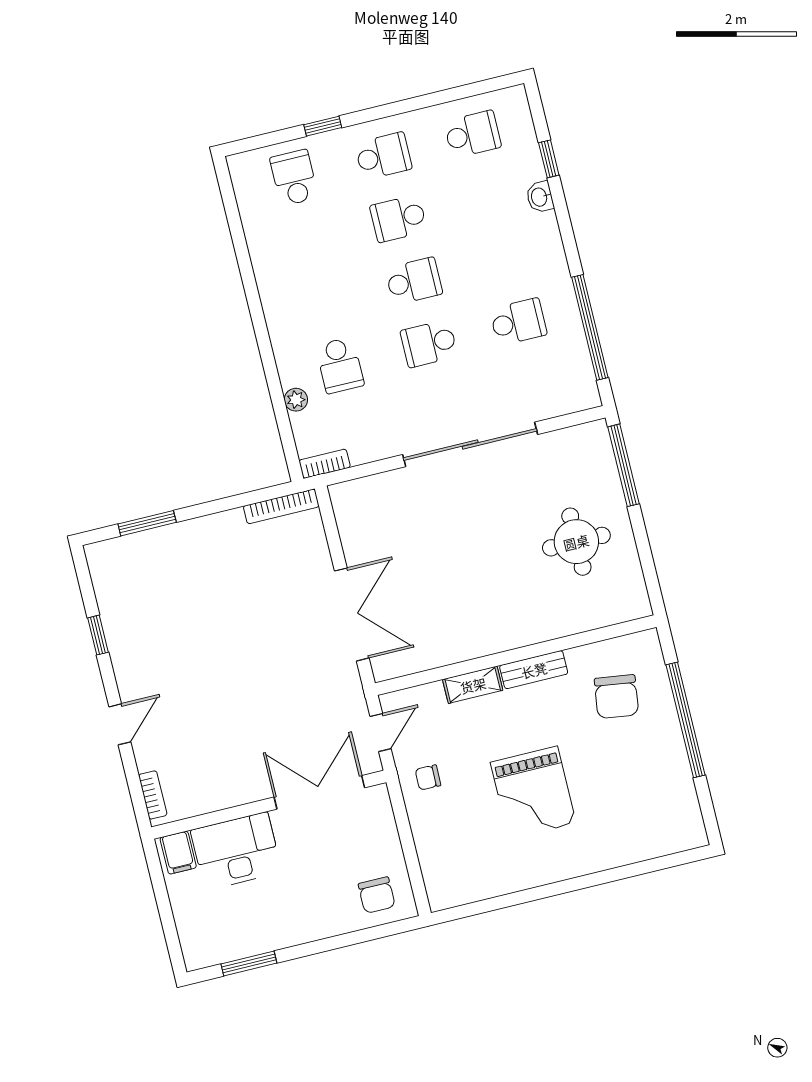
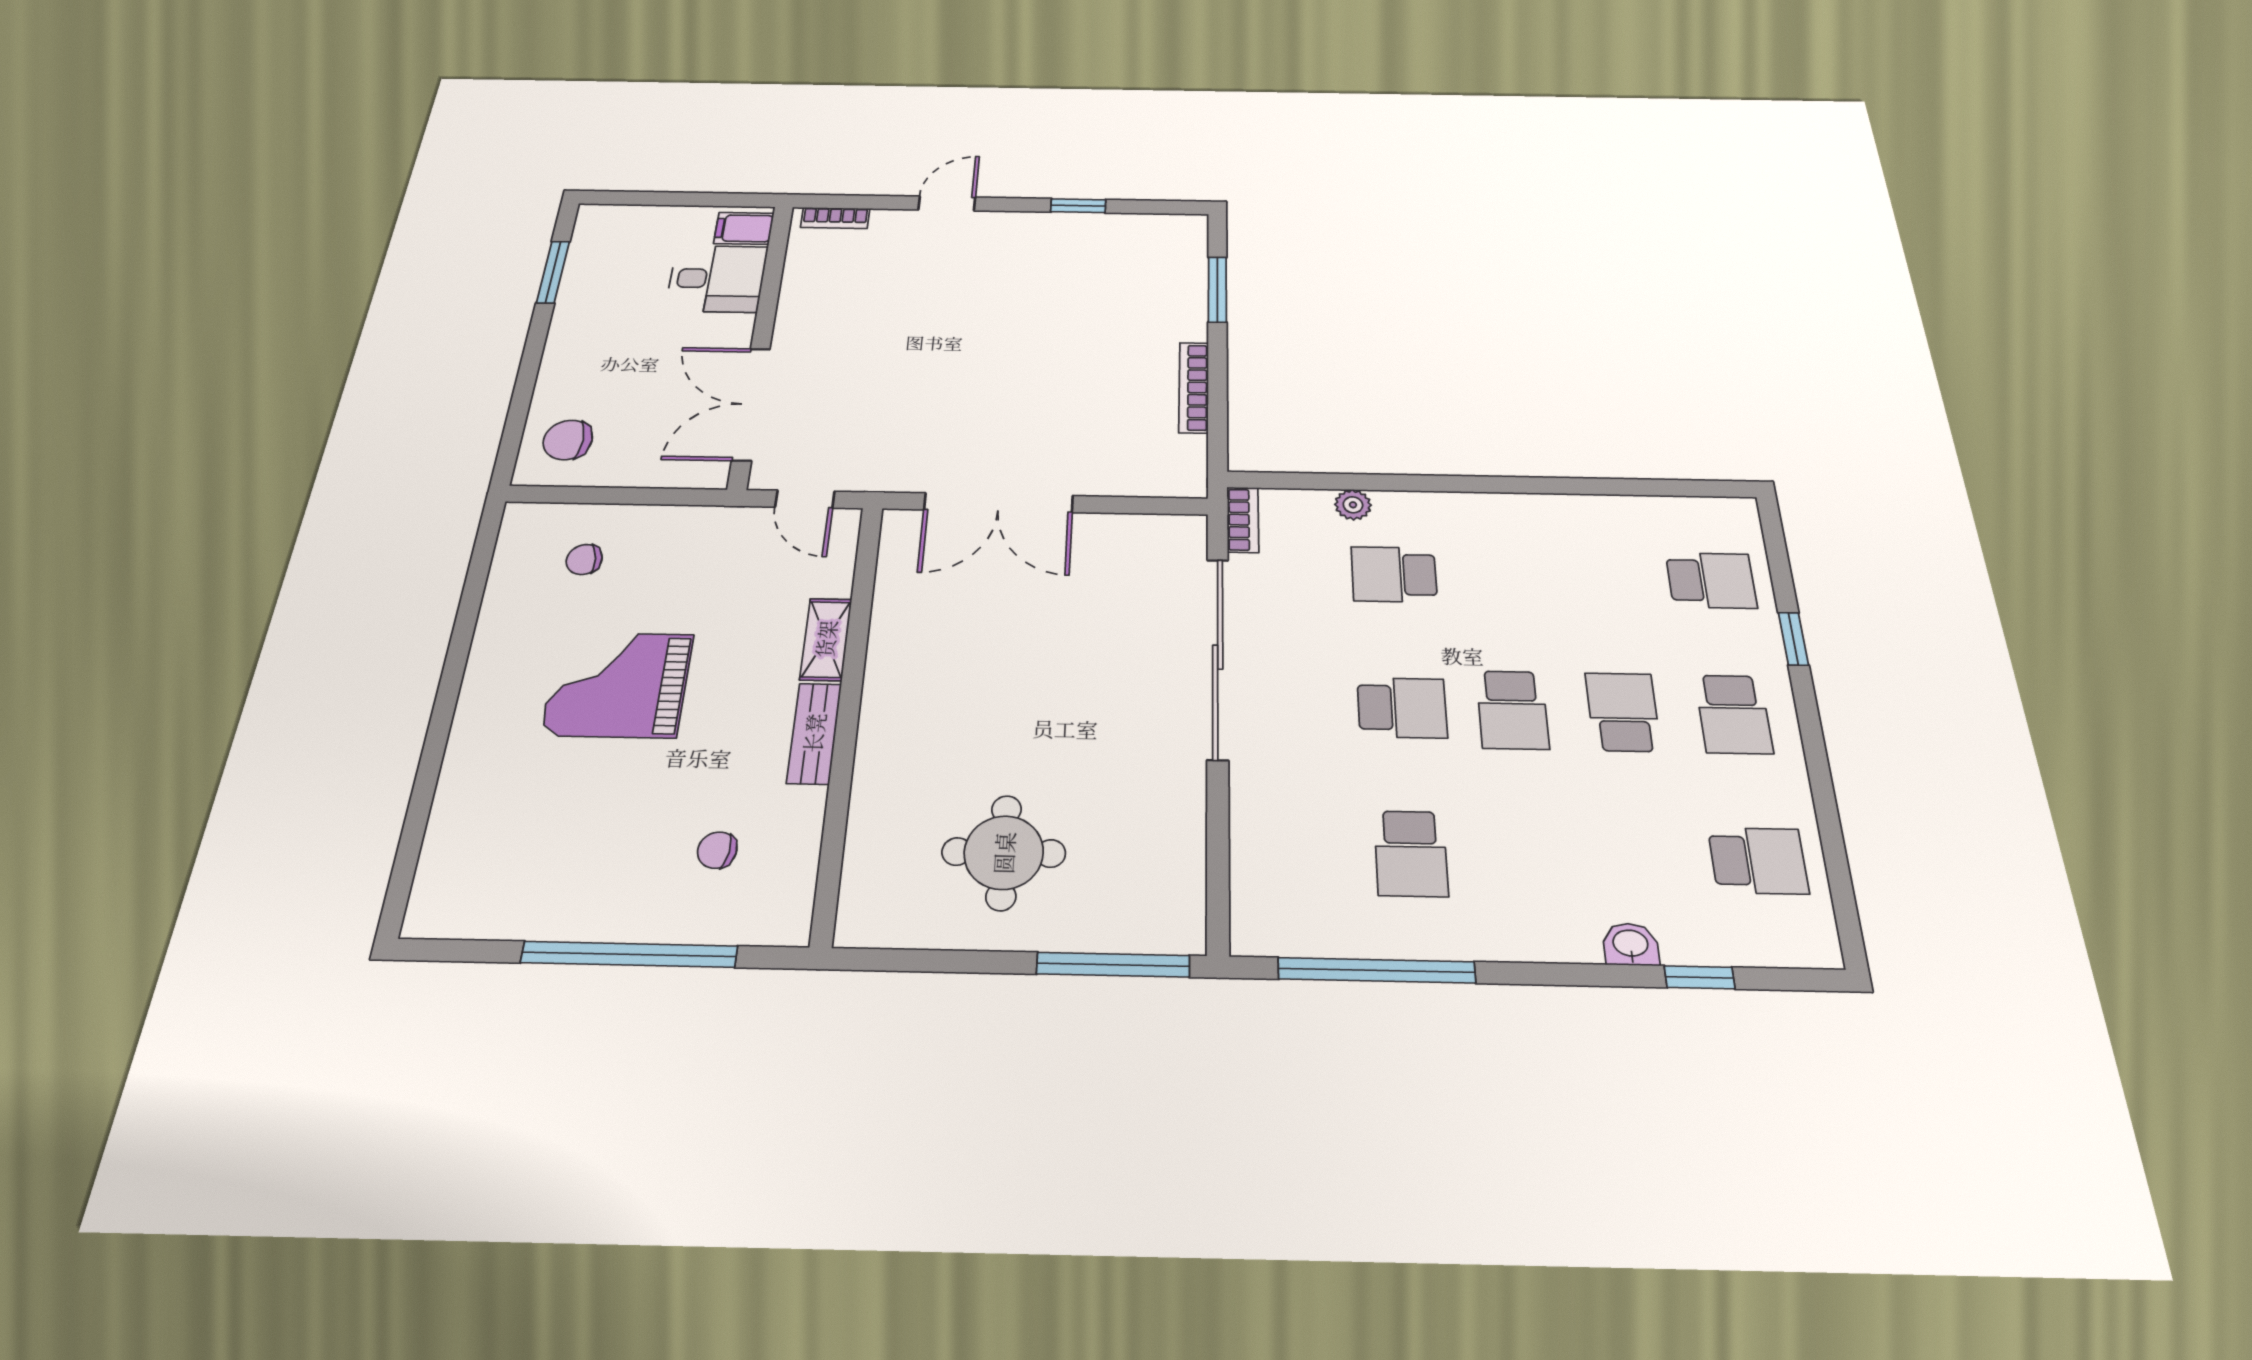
school desk: (472, 134) -> (1758, 861), turned -90
school desk: (429, 344) -> (1402, 708), turned 90
sliding door: (470, 444) -> (1218, 657), moved
bookcase: (281, 506) -> (1194, 387), moved
chair: (616, 697) -> (717, 850), width x0.54, depth x0.54
door: (120, 724) -> (947, 203), swing flipped
chair: (428, 777) -> (584, 559), moved, turned -99
double door: (319, 792) -> (751, 404), swing flipped
desk: (236, 851) -> (717, 279), width x0.73

